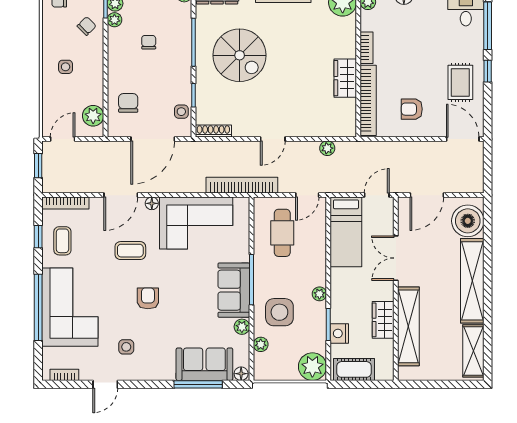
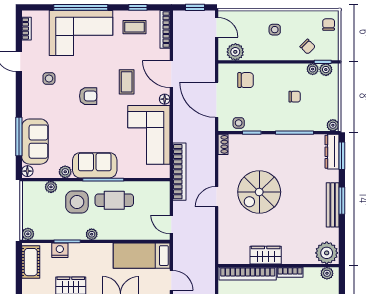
spiral stairs: (240, 55) -> (259, 192), moved
shoe rack: (213, 131) -> (223, 144), width x0.70
door: (273, 139) -> (217, 197), hinge flipped
plant: (327, 148) -> (209, 241), removed
cafe table: (282, 233) -> (114, 200), moved
plant: (312, 367) -> (28, 234), width x0.53, depth x0.53

